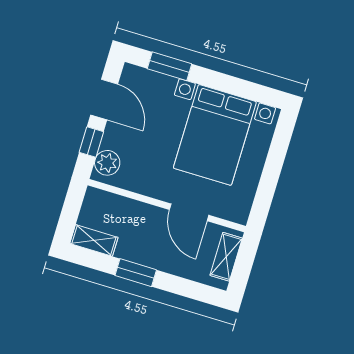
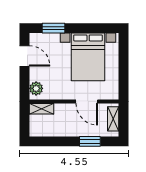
window: (91, 142) -> (25, 80), removed
shelving: (94, 240) -> (41, 109), moved
window: (136, 273) -> (90, 141), moved

